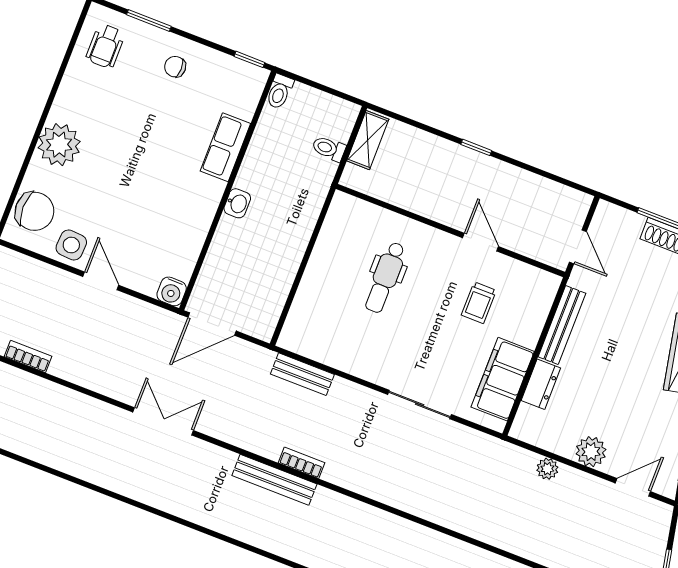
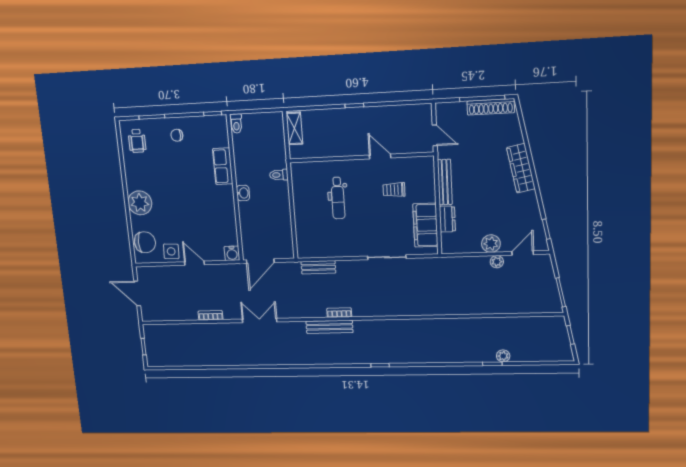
toilet: (329, 149) -> (279, 175), moved
trolley: (479, 303) -> (394, 190), turned 90
bookcase: (28, 356) -> (211, 315), moved
plant: (547, 469) -> (497, 262), moved

